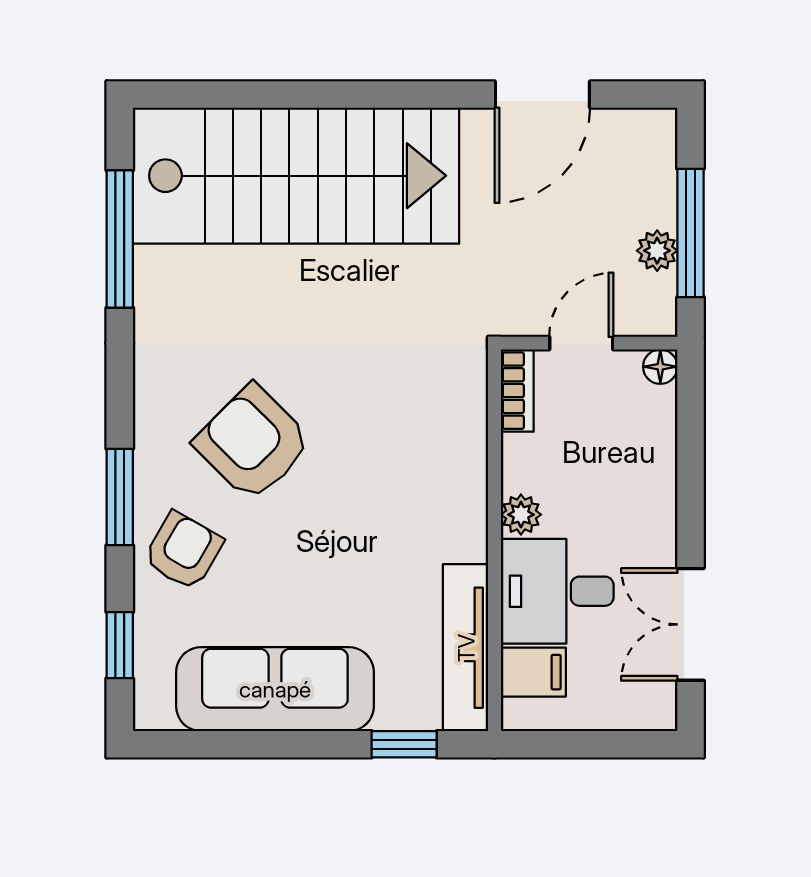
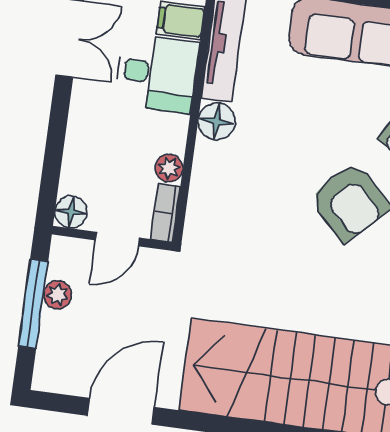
floor lamp: (660, 367) -> (71, 212), width x1.37, depth x1.37
plant: (521, 515) -> (169, 168), moved
floor lamp: (461, 533) -> (217, 121), added

